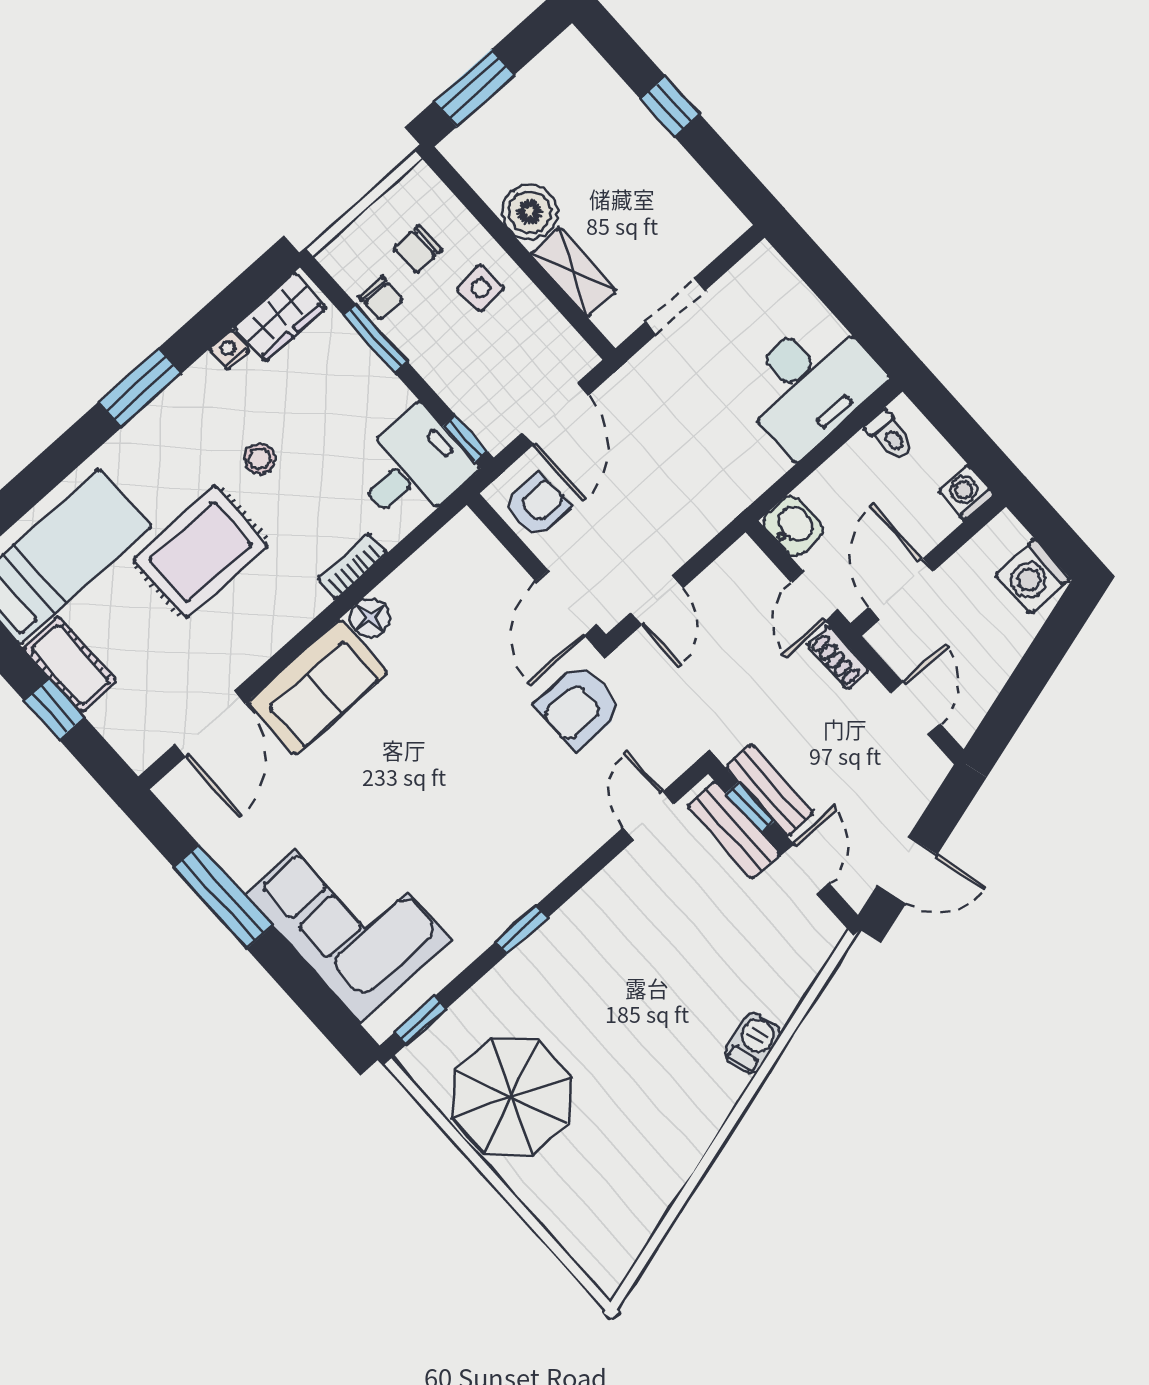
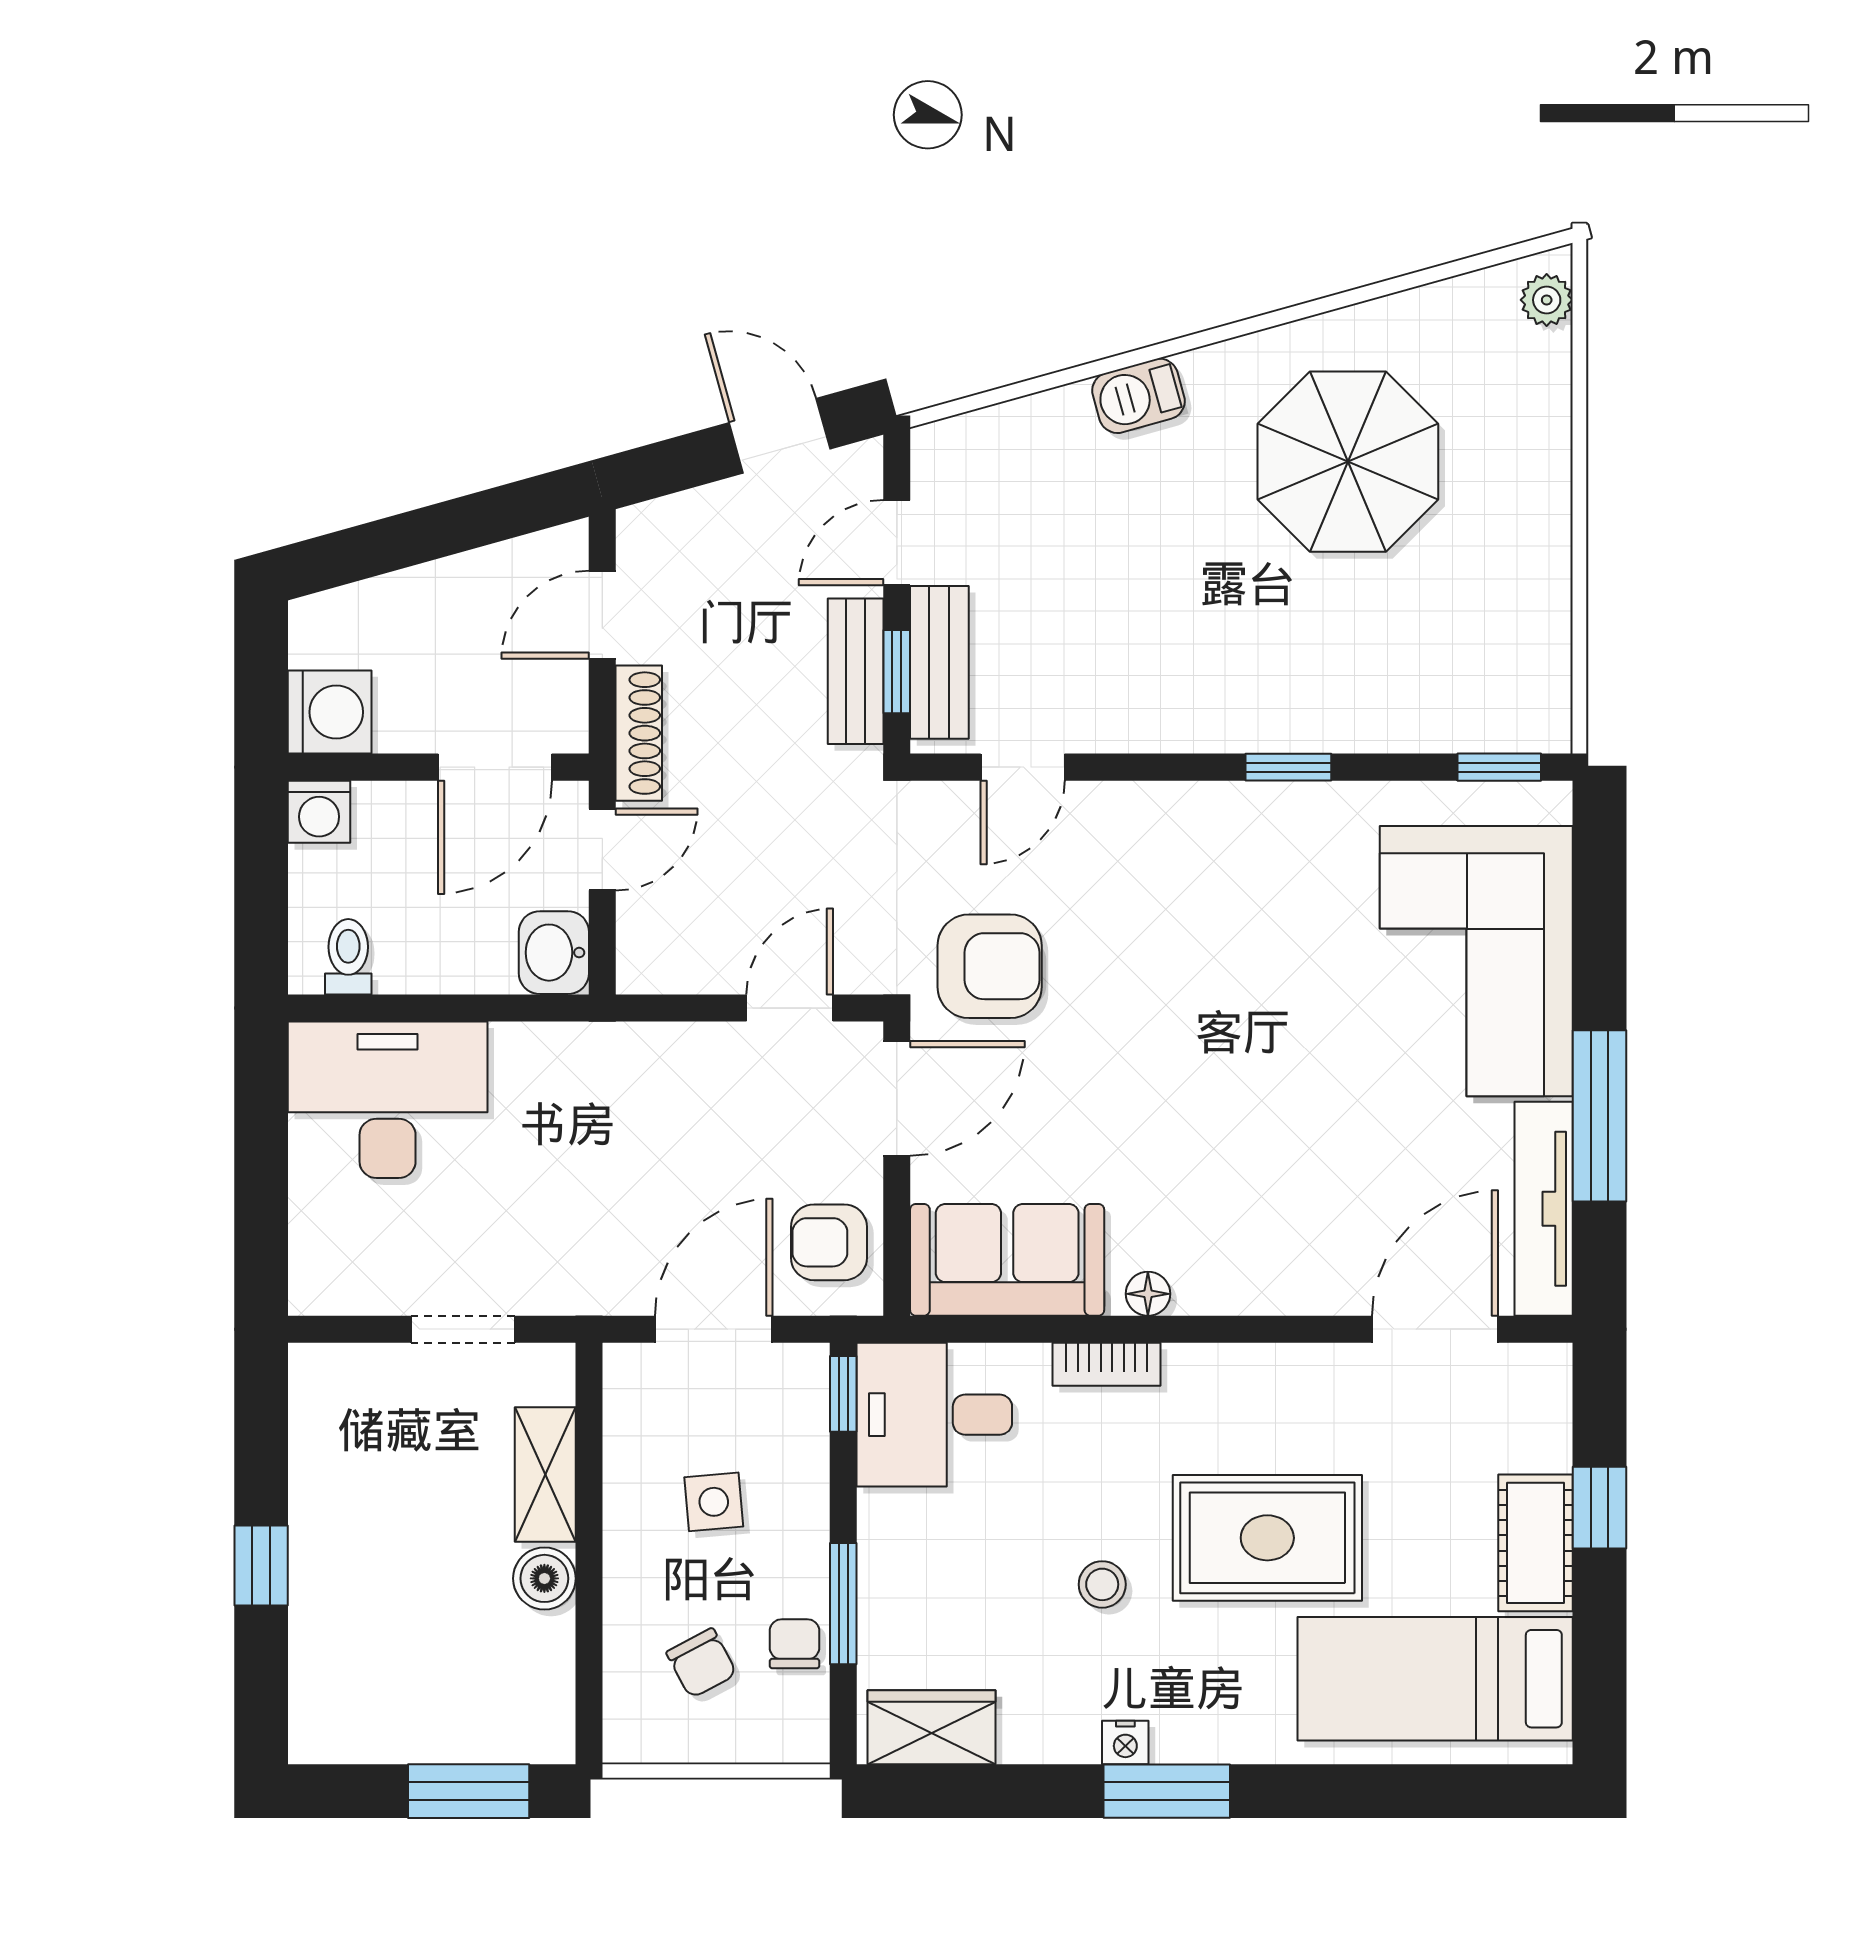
boiler: (530, 212) -> (544, 1578), width x0.73, depth x0.73
chair: (418, 249) -> (702, 1663), turned 62
side table: (481, 288) -> (714, 1502), moved
nightstand: (229, 350) -> (1125, 1742), moved
washing machine: (1033, 576) -> (330, 712), moved
floor lamp: (370, 618) -> (1148, 1294), width x0.73, depth x0.73
shoe rack: (838, 657) -> (639, 733), width x1.43
sofa: (318, 687) -> (1007, 1260), moved
tv unit: (210, 828) -> (1544, 1209), added
parasol: (511, 1097) -> (1348, 462), moved
plant: (598, 1264) -> (1547, 300), added

